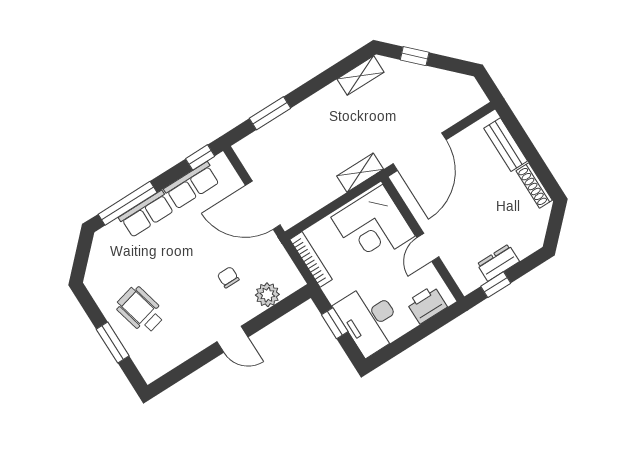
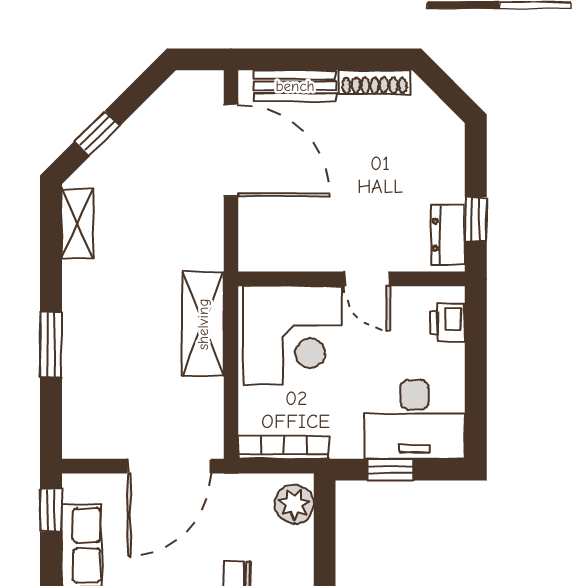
window: (270, 113) -> (51, 345), moved
door: (420, 152) -> (231, 150), moved
shelving: (360, 173) -> (203, 324), width x1.50, depth x1.33
dresser: (498, 263) -> (448, 235), moved
plant: (267, 295) -> (294, 504), moved
printer: (427, 304) -> (448, 322), width x0.73, depth x0.81

